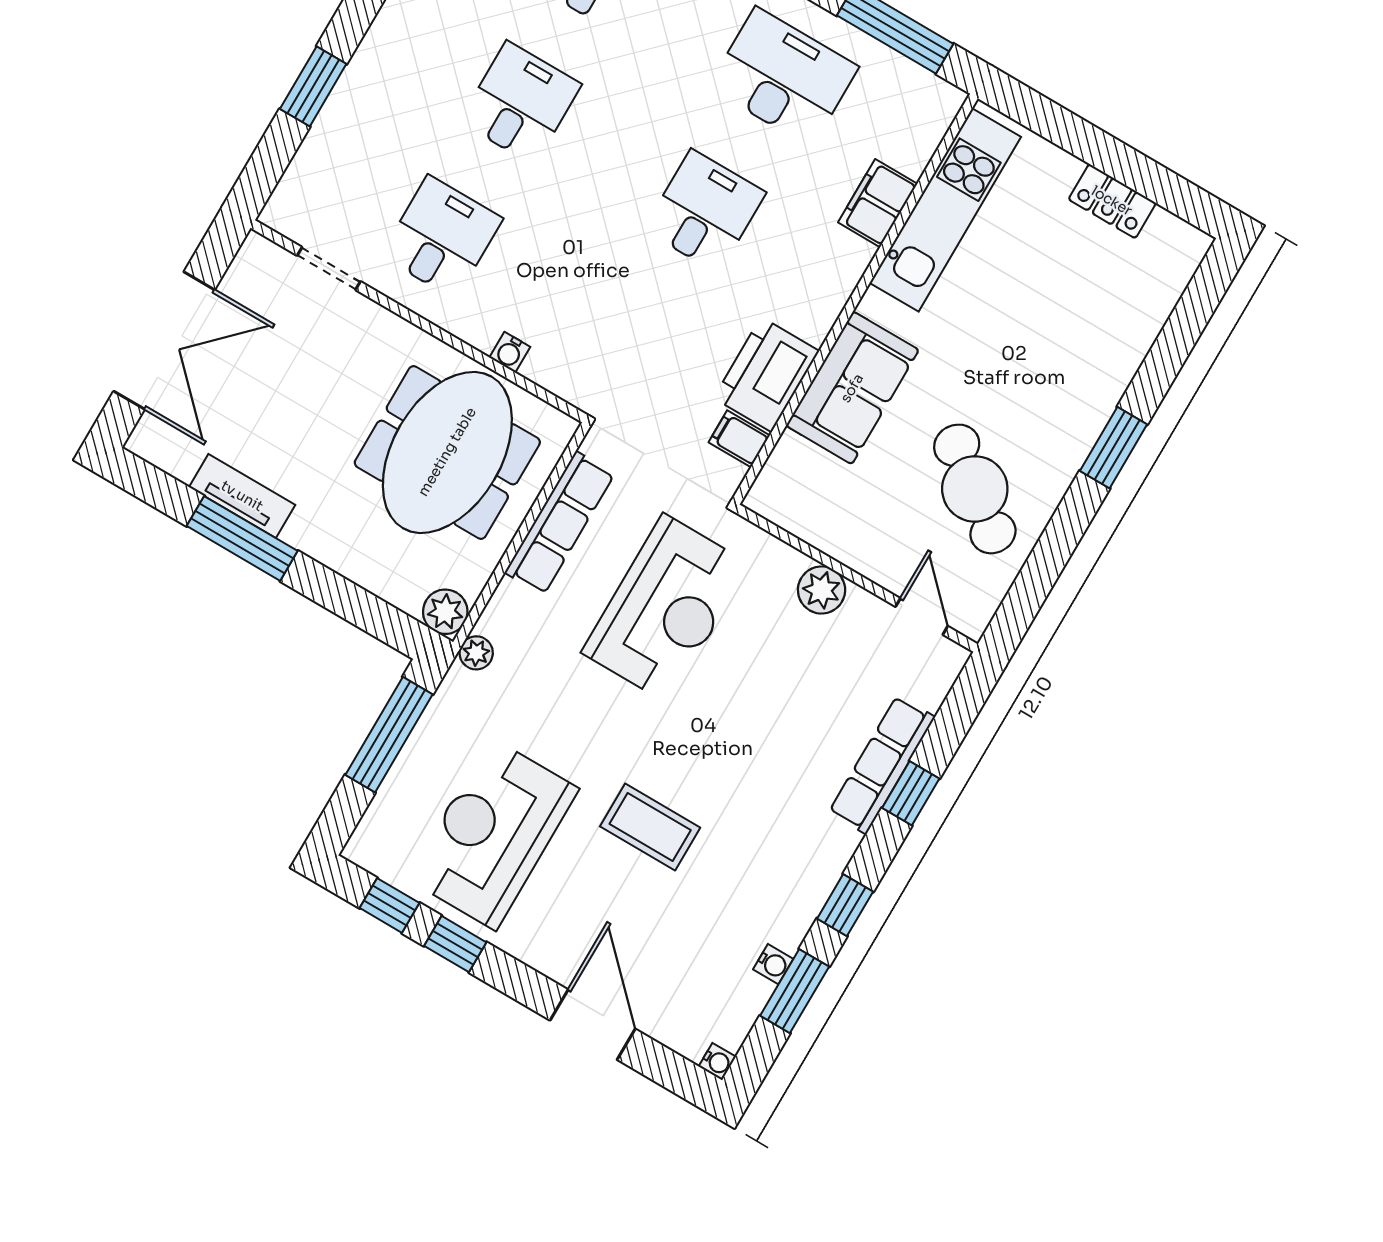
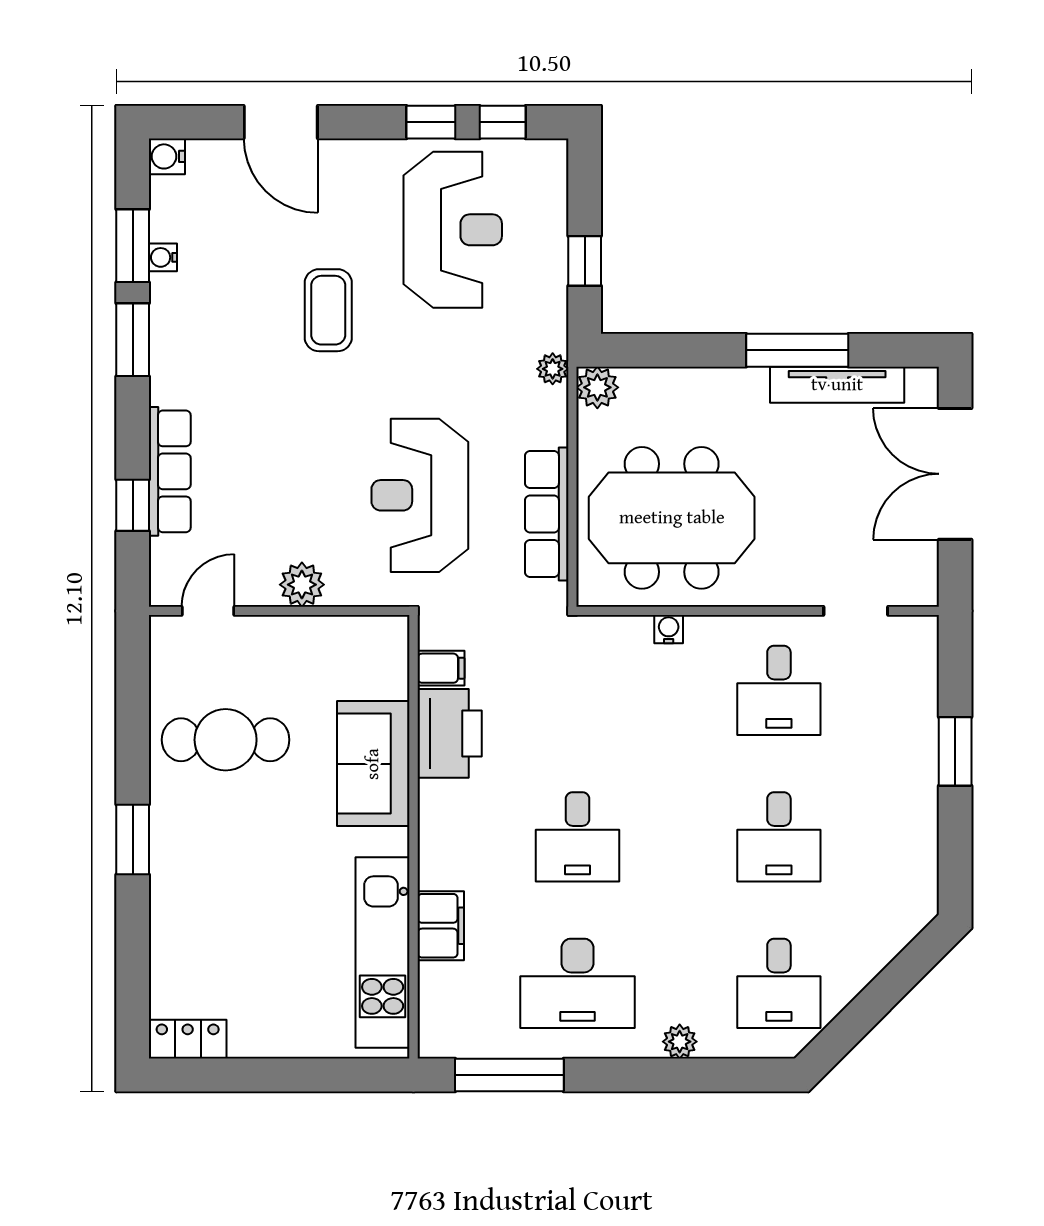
locker: (1112, 201) -> (188, 1039), moved
meeting table: (447, 452) -> (672, 518), turned 90
cafe table: (975, 489) -> (226, 740), turned -37
tv unit: (242, 496) -> (837, 385), width x1.41
door: (922, 616) -> (208, 611), swing flipped
window: (389, 735) -> (585, 261), width x0.46
window: (911, 793) -> (133, 505), moved
coffee table: (650, 827) -> (328, 310), turned 90
window: (845, 905) -> (133, 340), width x1.50
water cooler: (717, 1062) -> (167, 156), width x1.38, depth x1.38

